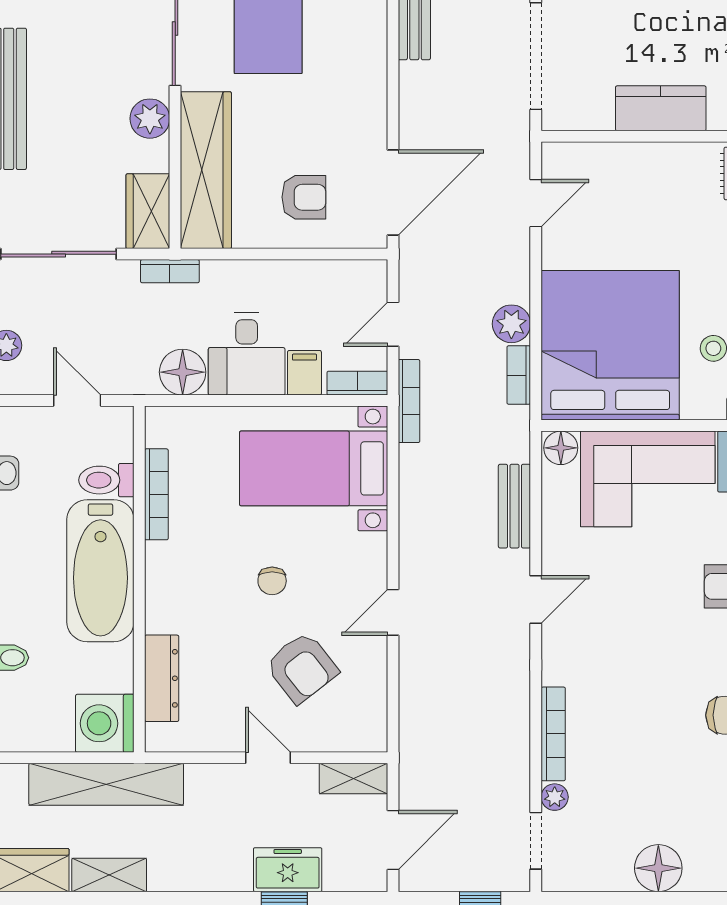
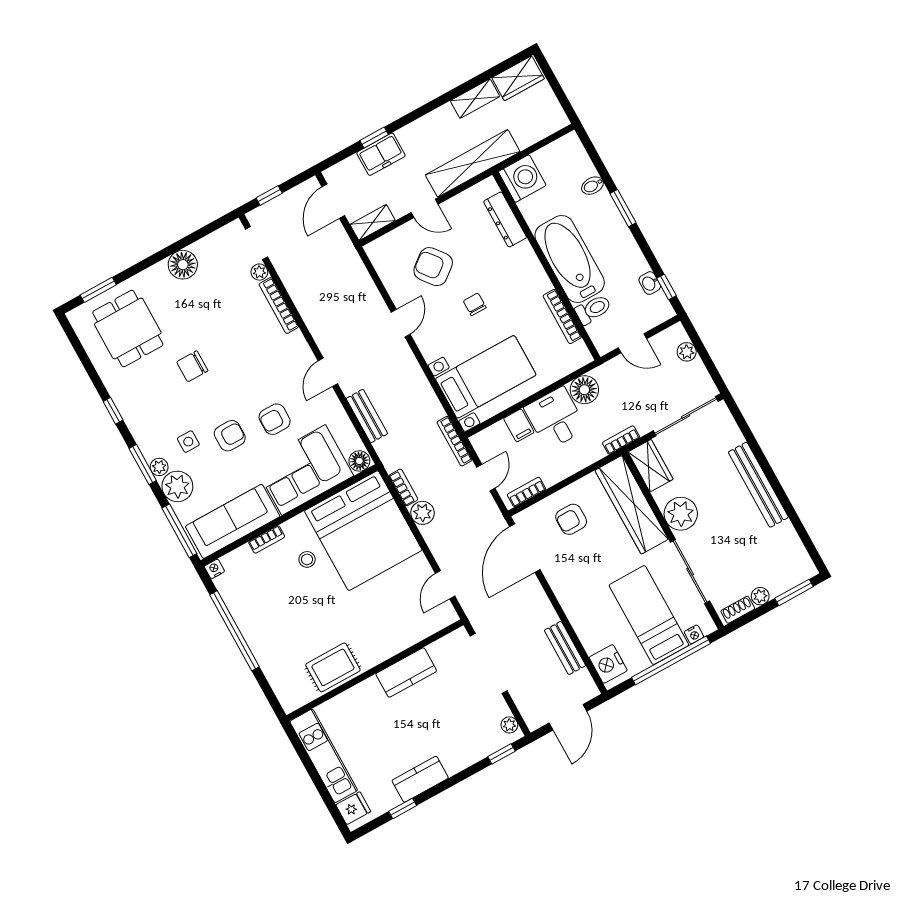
plant: (150, 119) -> (681, 514), width x1.36, depth x1.36
bookcase: (357, 383) -> (526, 492), moved, turned 180
armchair: (649, 575) -> (275, 419), added
shelving: (106, 784) -> (473, 163), moved

